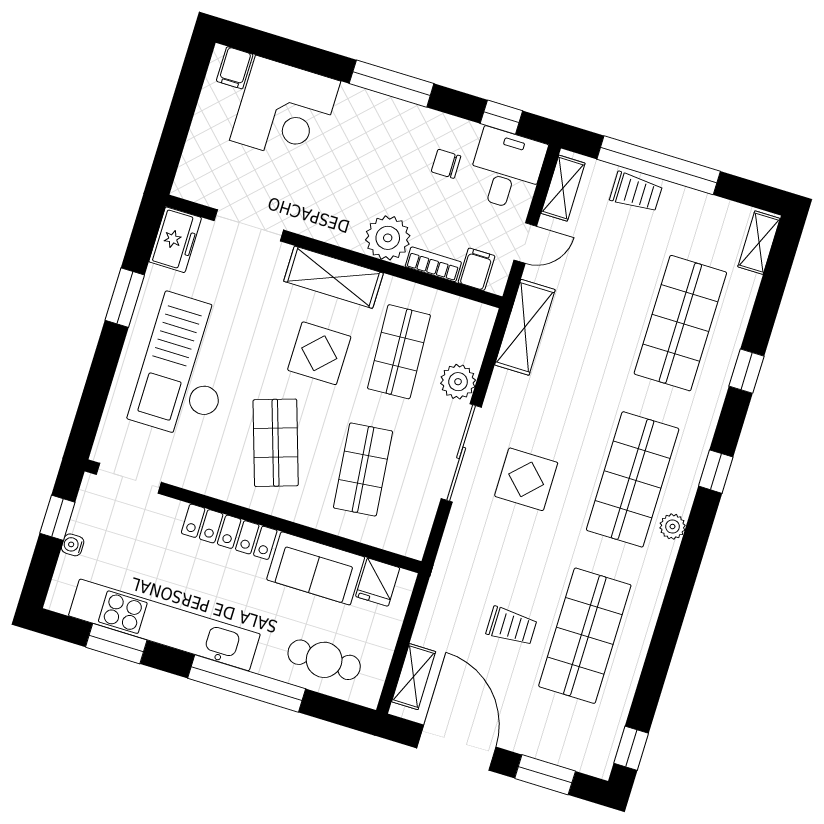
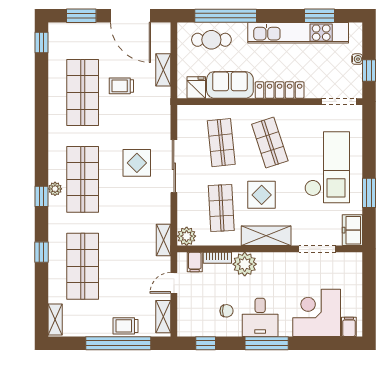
desk: (506, 169) -> (260, 317), moved
shelving: (525, 327) -> (163, 240), width x0.67, depth x0.75
plant: (458, 382) -> (187, 236), moved
plant: (673, 527) -> (55, 189), moved
shelving: (414, 677) -> (163, 70), moved
window: (247, 683) -> (226, 16), moved

